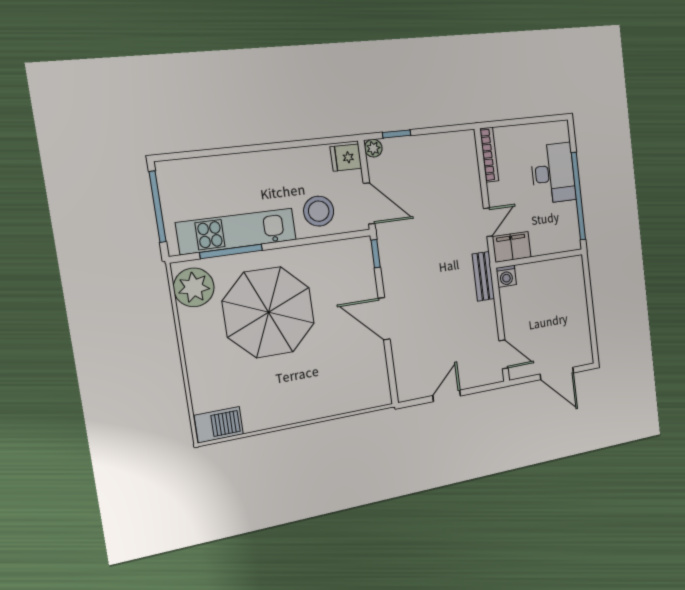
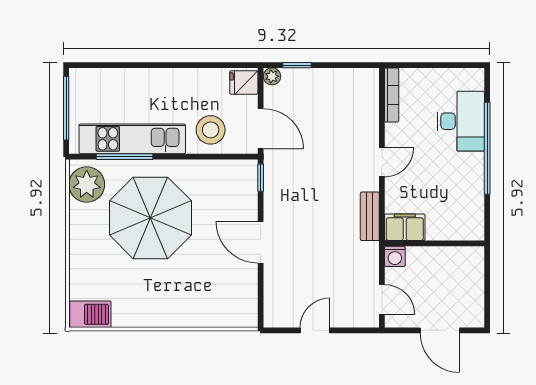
filing cabinet: (512, 247) -> (405, 227), moved
wall: (540, 258) -> (435, 243), moved
washing machine: (506, 276) -> (395, 256), moved

